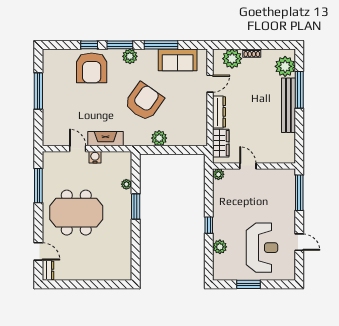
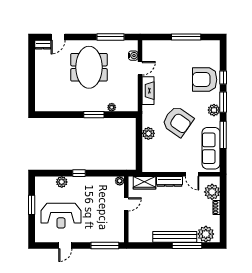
sofa: (178, 60) -> (211, 148), width x1.36
water cooler: (95, 157) -> (133, 56), moved

